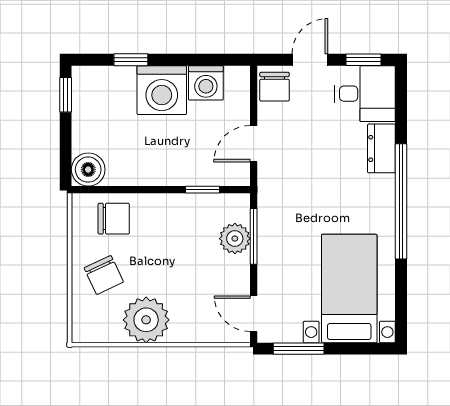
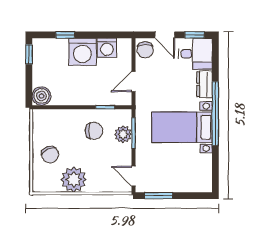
door: (310, 60) -> (165, 35), swing flipped
chair: (114, 219) -> (94, 131), moved
bed with nightstands: (349, 289) -> (182, 127), moved, turned -90

